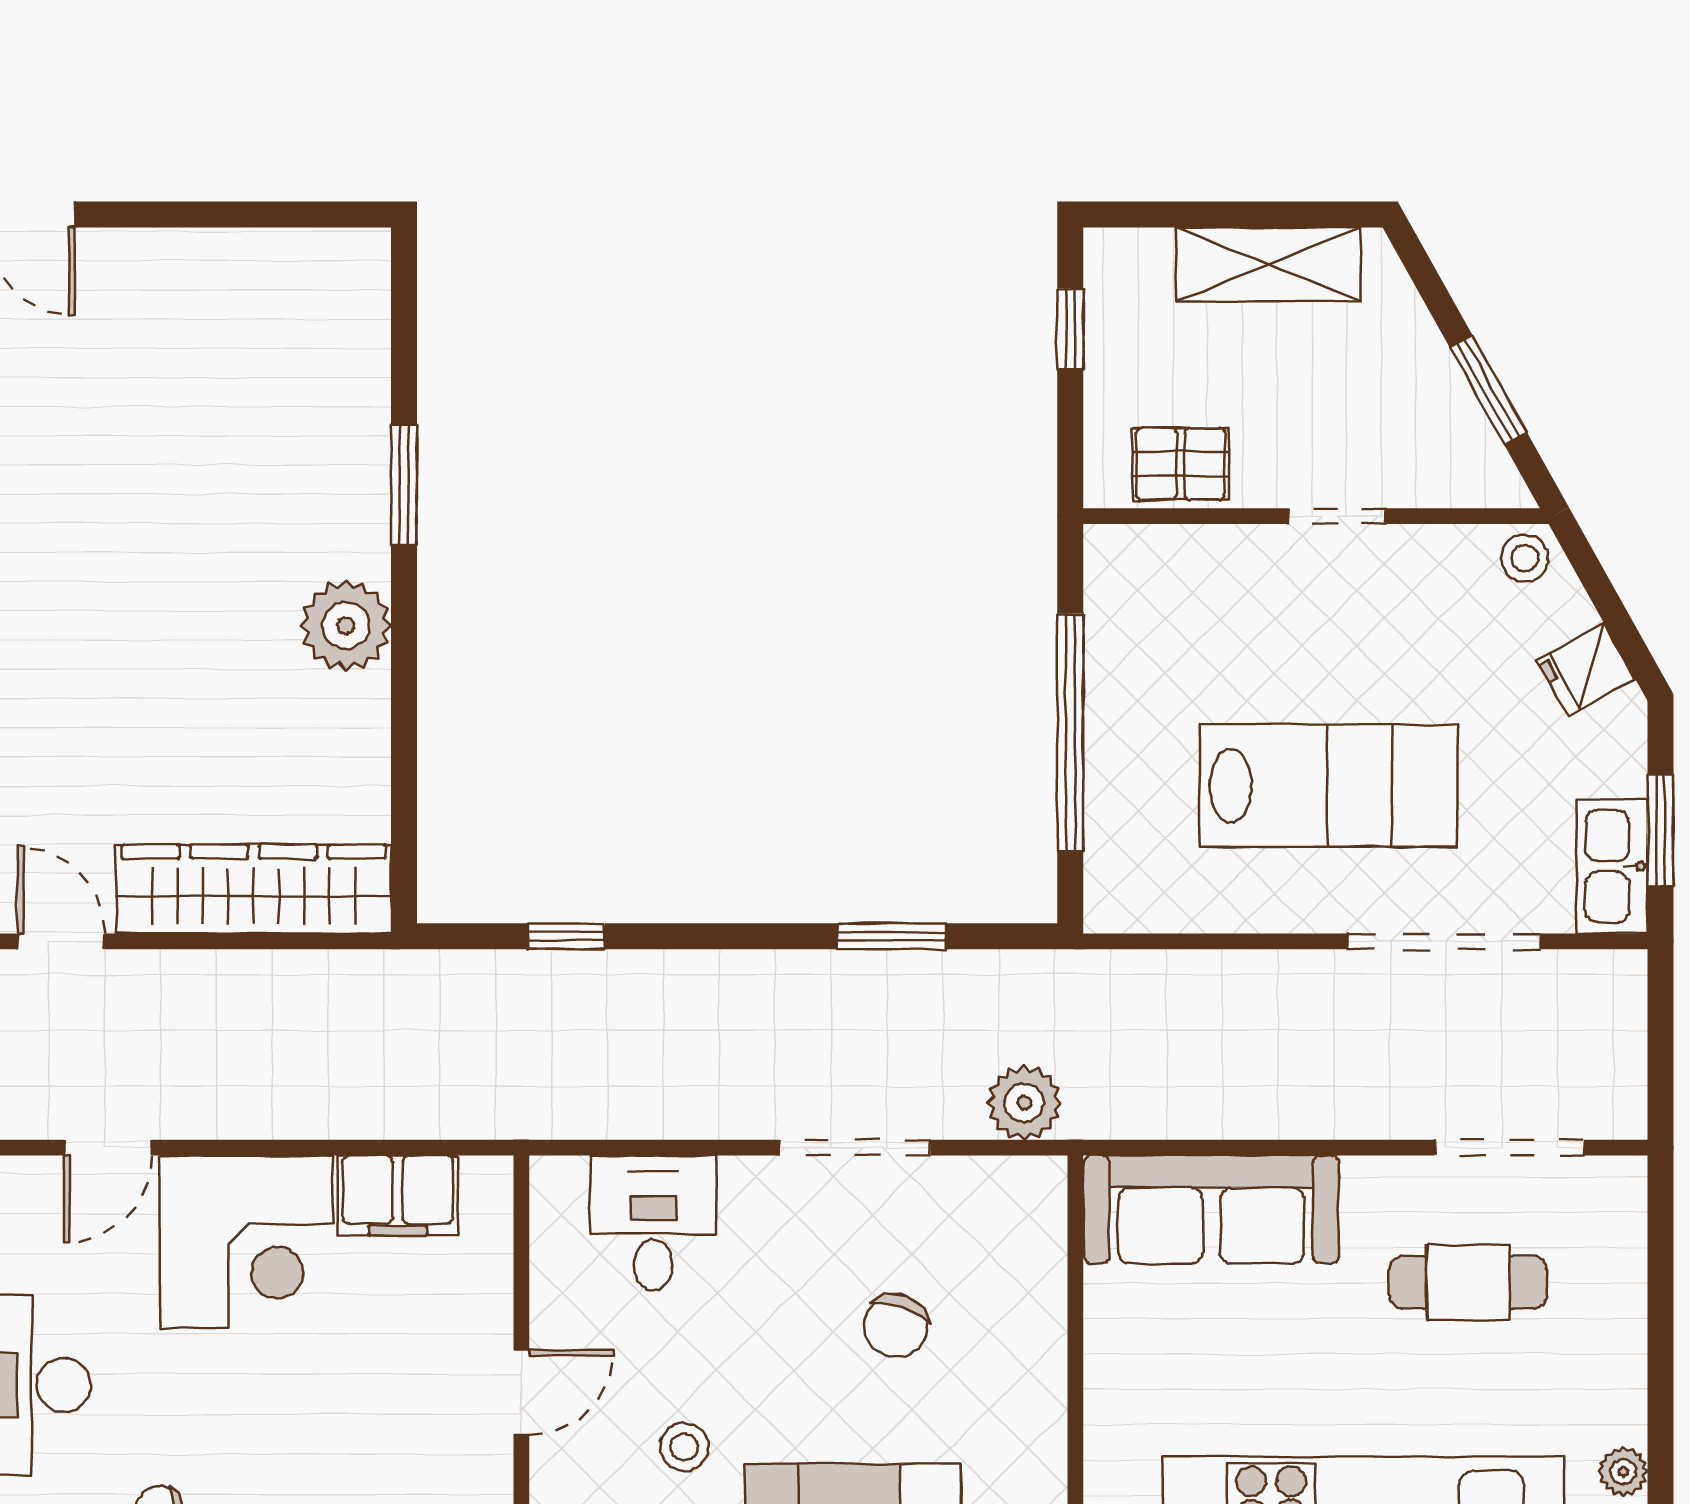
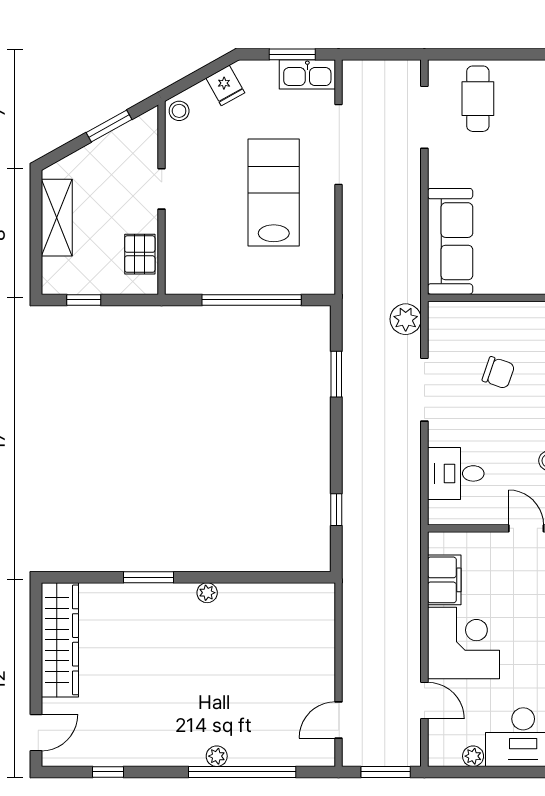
plant: (346, 626) -> (207, 593), width x0.53, depth x0.53
wardrobe: (254, 889) -> (60, 640), moved, turned 180
cafe table: (1468, 1282) -> (478, 99), moved

